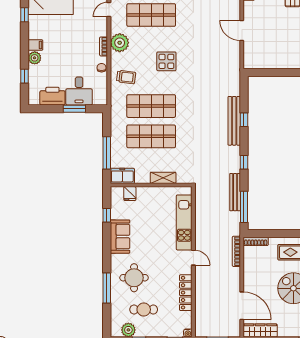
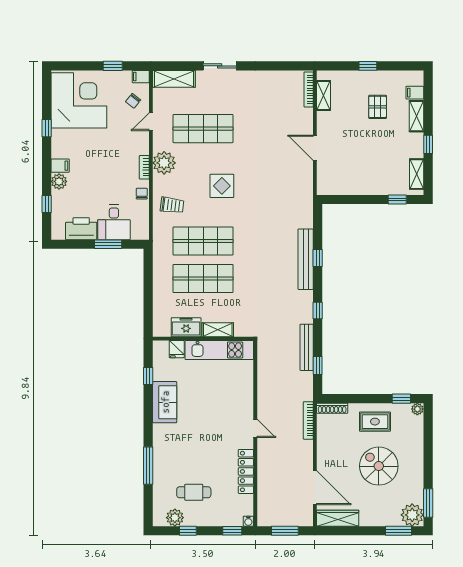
window: (107, 153) -> (148, 299), removed
freezer: (122, 176) -> (186, 327), moved
window: (244, 207) -> (318, 365), width x0.46
kitchen unit: (184, 222) -> (219, 350), moved, turned -90
round table: (134, 278) -> (182, 453), removed

